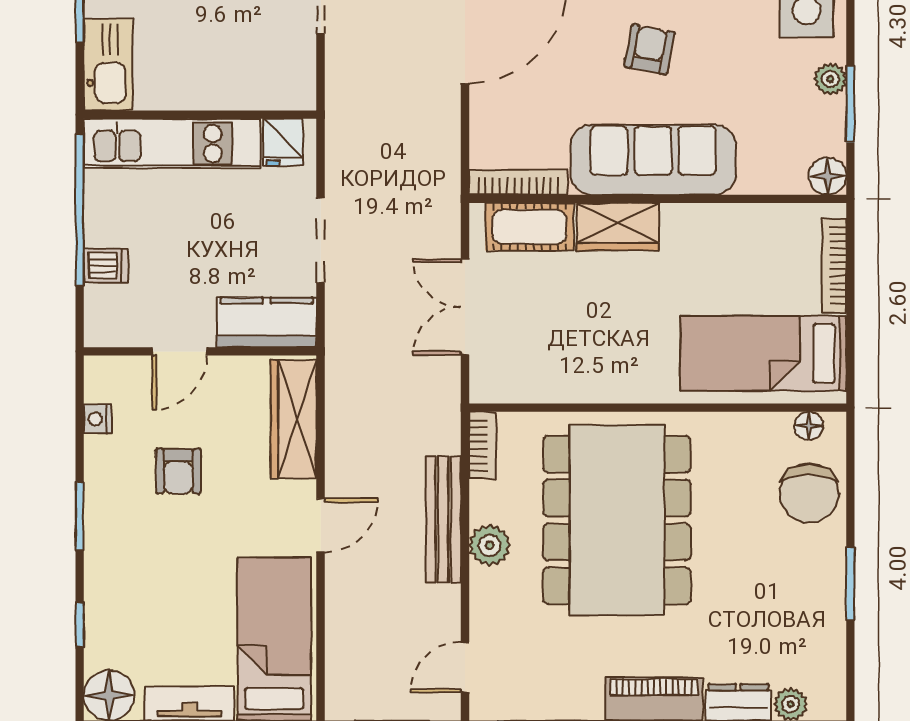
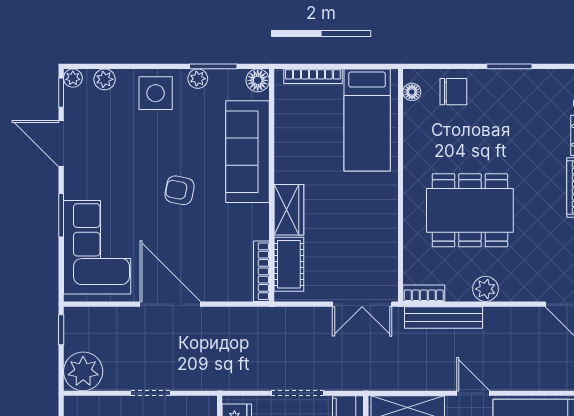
sofa: (653, 160) -> (248, 152), moved
double door: (465, 307) -> (362, 304), moved
chair: (809, 493) -> (453, 92), width x0.73, depth x0.73
bench: (443, 519) -> (444, 317), moved
dining table: (617, 520) -> (470, 210), width x0.73, depth x0.80

